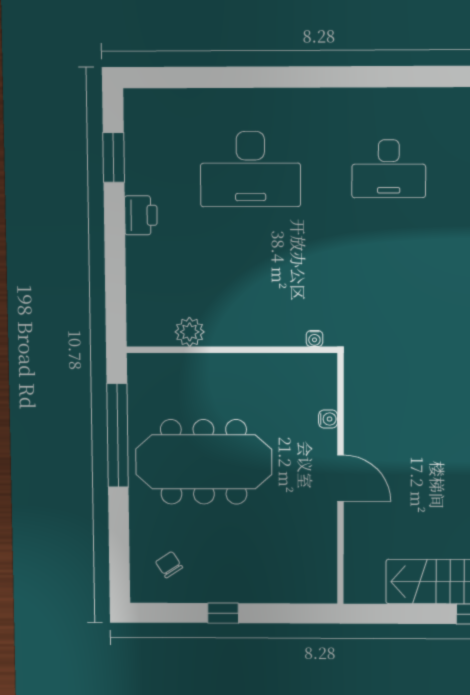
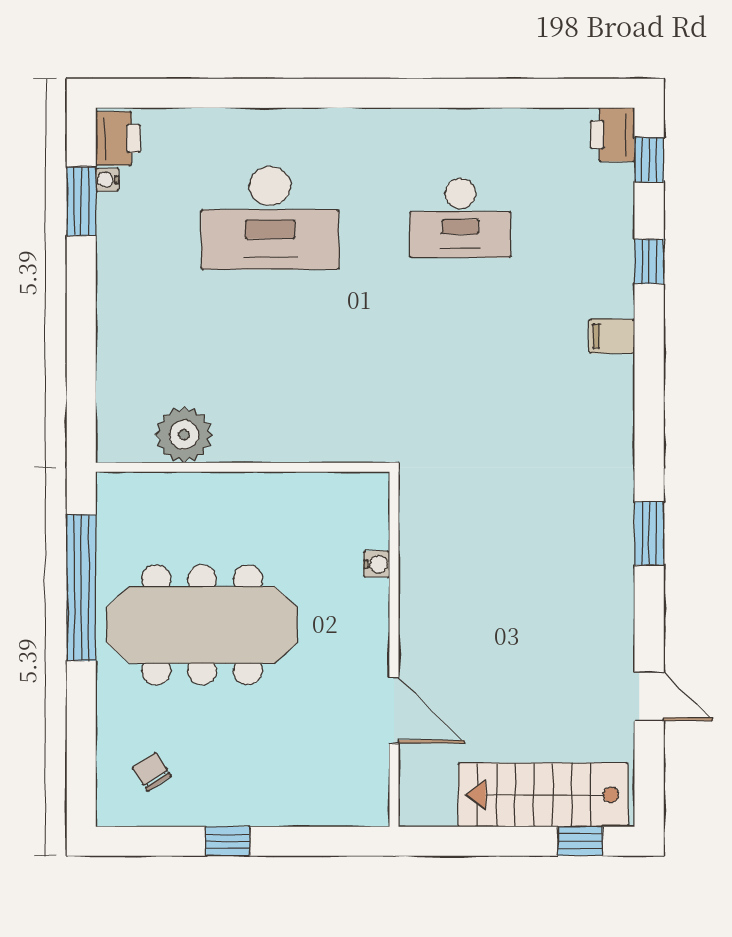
printer: (141, 215) -> (118, 139), moved
plant: (190, 332) -> (184, 435), width x1.36, depth x1.36
water cooler: (314, 339) -> (107, 180), moved, turned 90
door: (340, 478) -> (394, 710), moved

